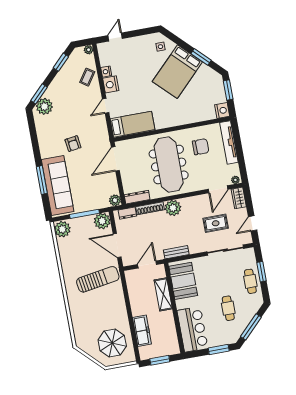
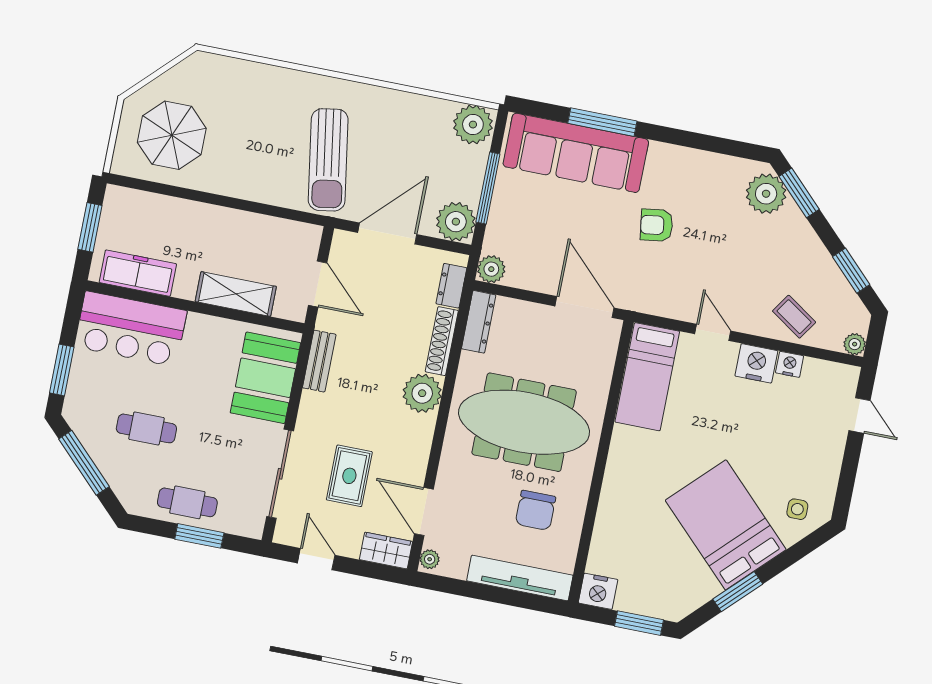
booth: (183, 281) -> (265, 378), moved, turned 90
freezer: (142, 331) -> (138, 273), moved, turned 180

